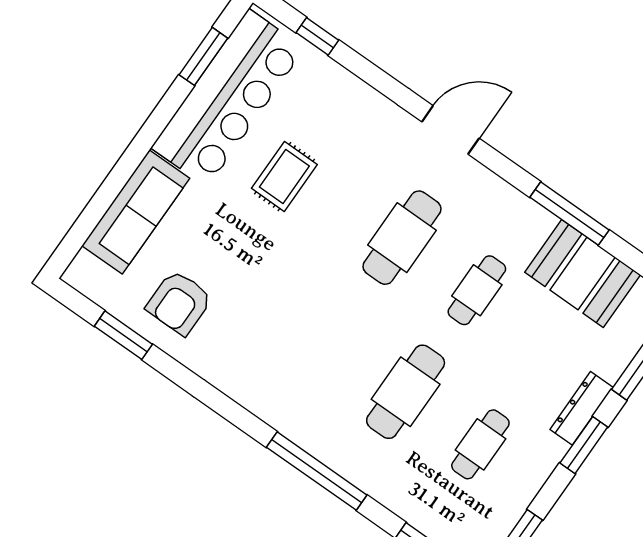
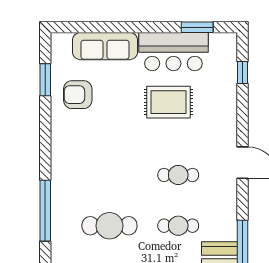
bar counter: (228, 98) -> (173, 52), width x0.73
rug: (284, 176) -> (168, 102), width x1.36, depth x1.43
cafe table: (402, 238) -> (178, 175), width x0.73, depth x0.74

